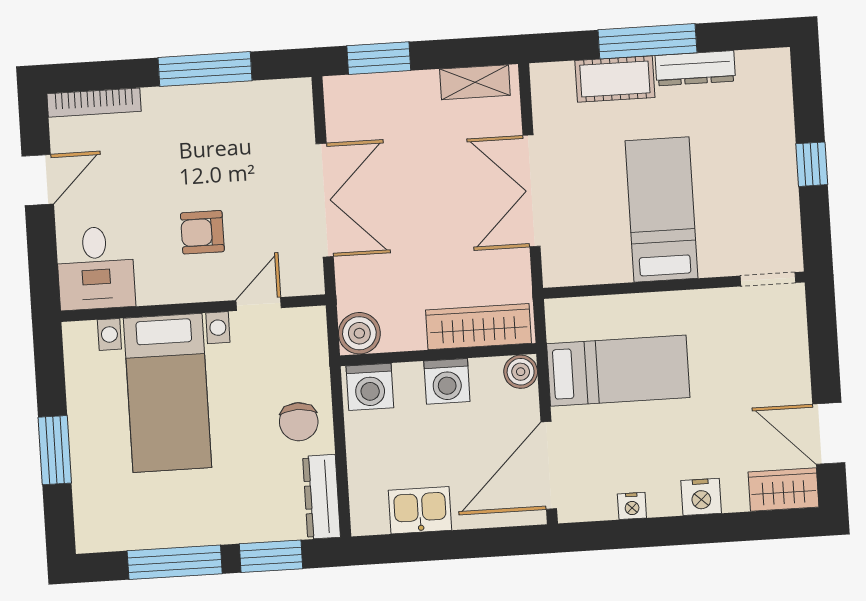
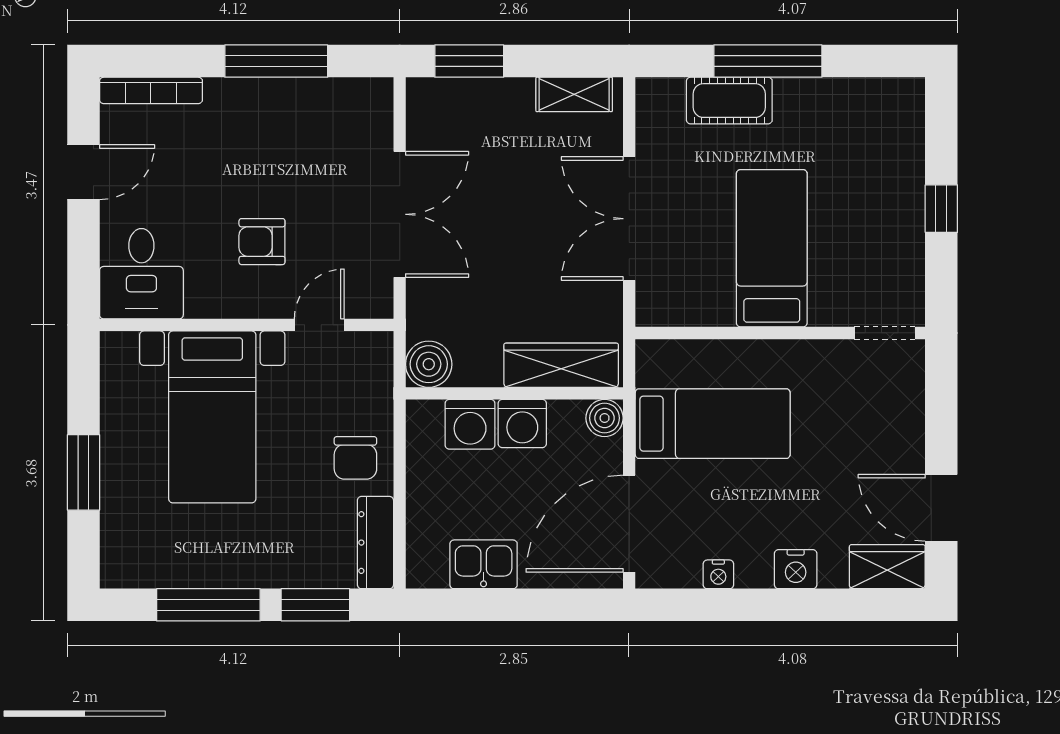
dresser: (695, 68) -> (819, 94), removed
washing machine: (370, 387) -> (470, 424), moved

